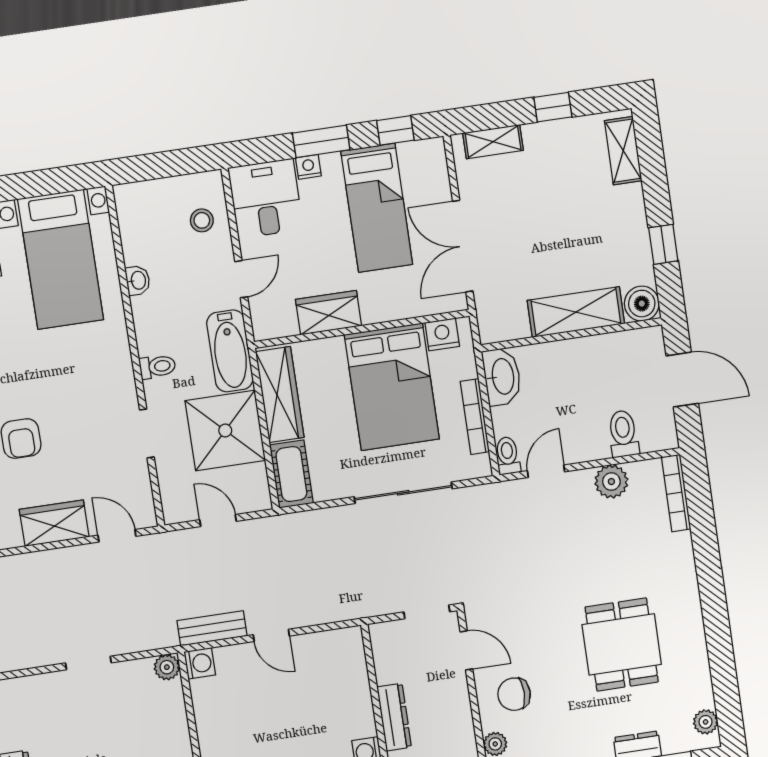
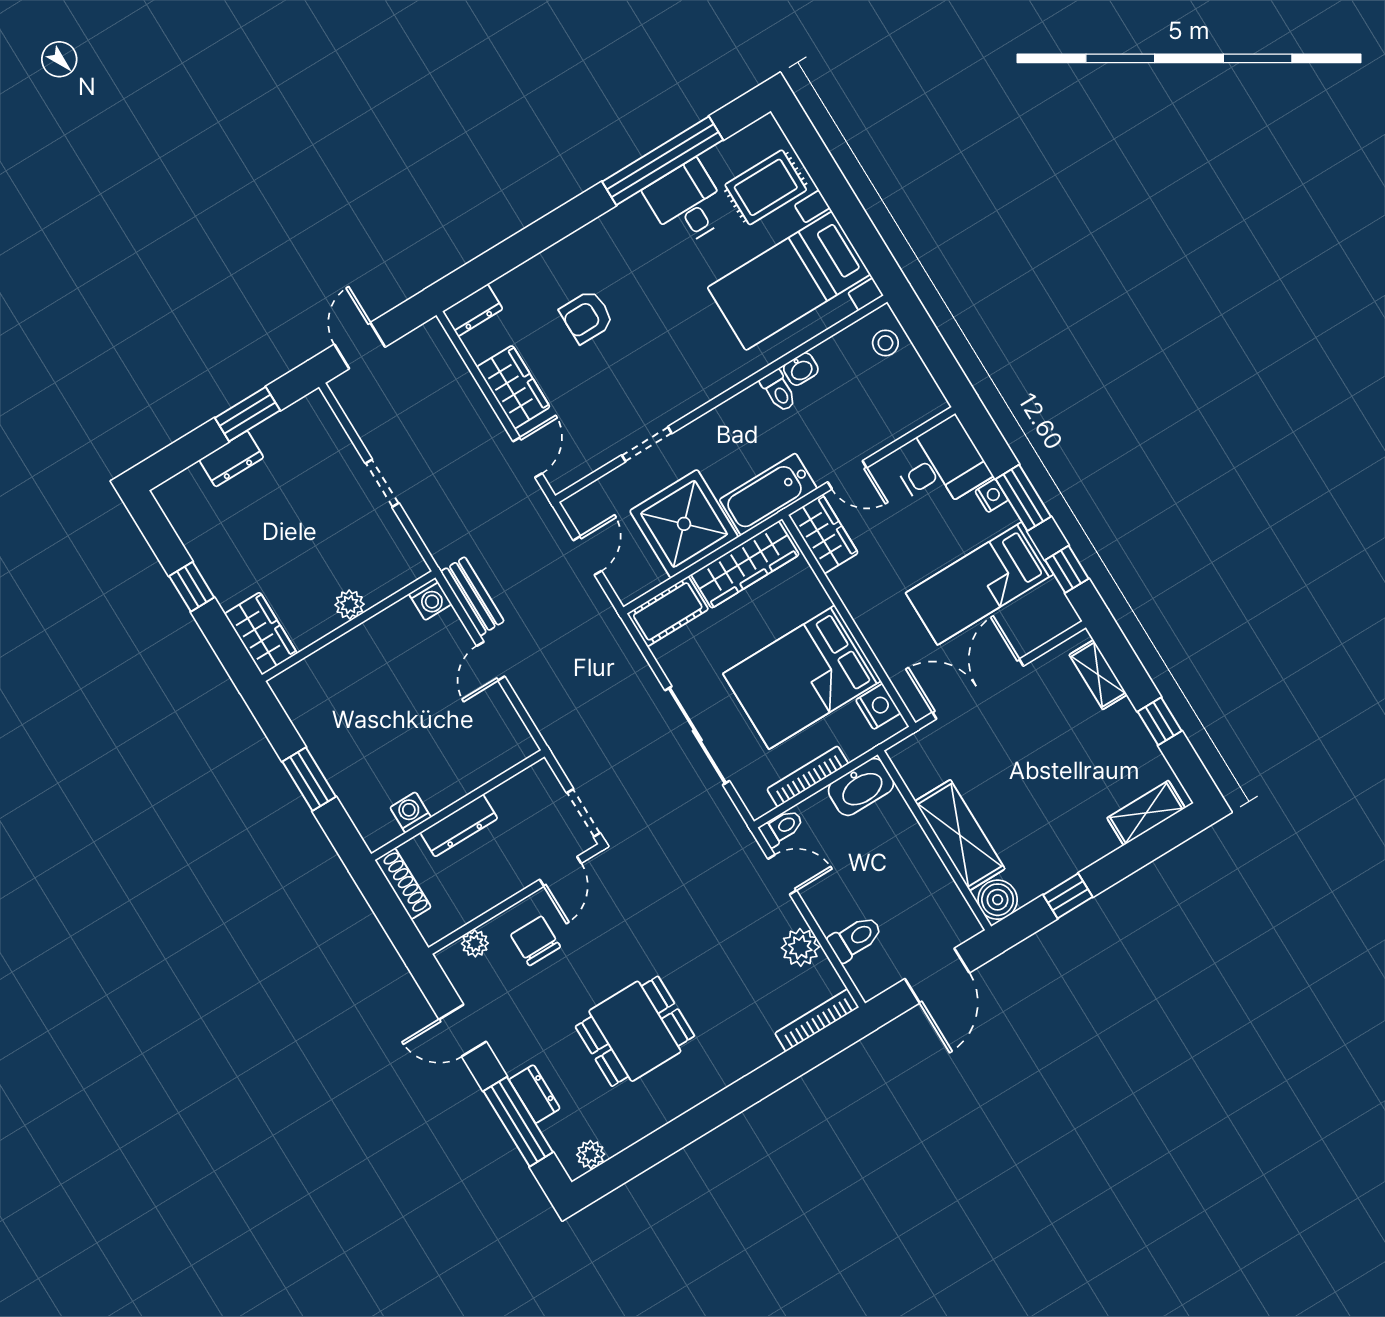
stool: (202, 220) -> (885, 343), moved
wardrobe: (329, 313) -> (823, 534), moved
toilet: (157, 367) -> (779, 391), moved
plant: (167, 667) -> (350, 605), moved

